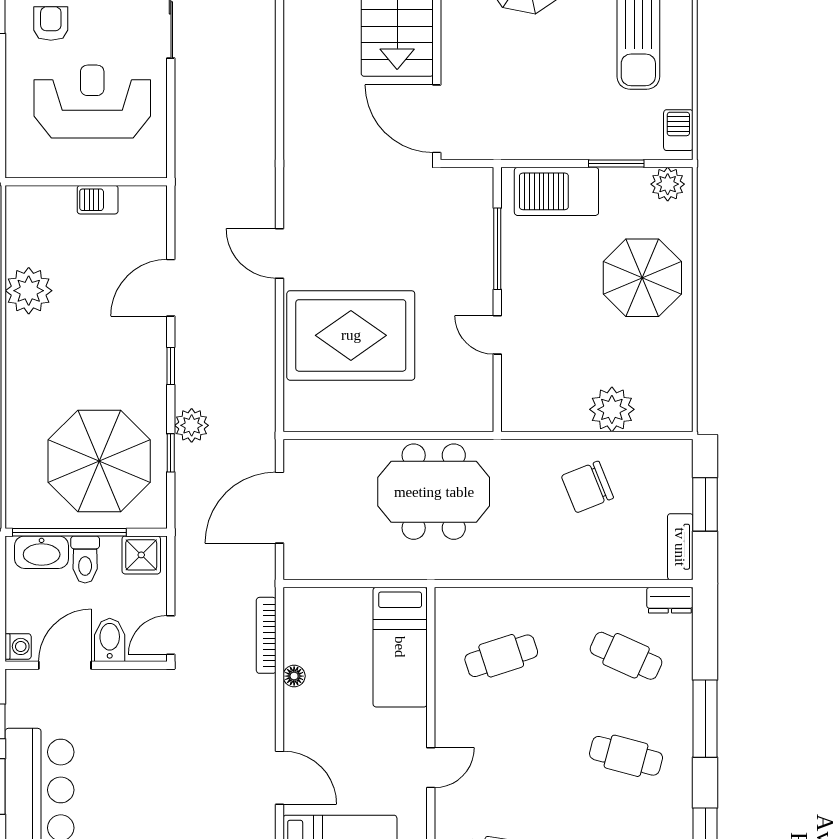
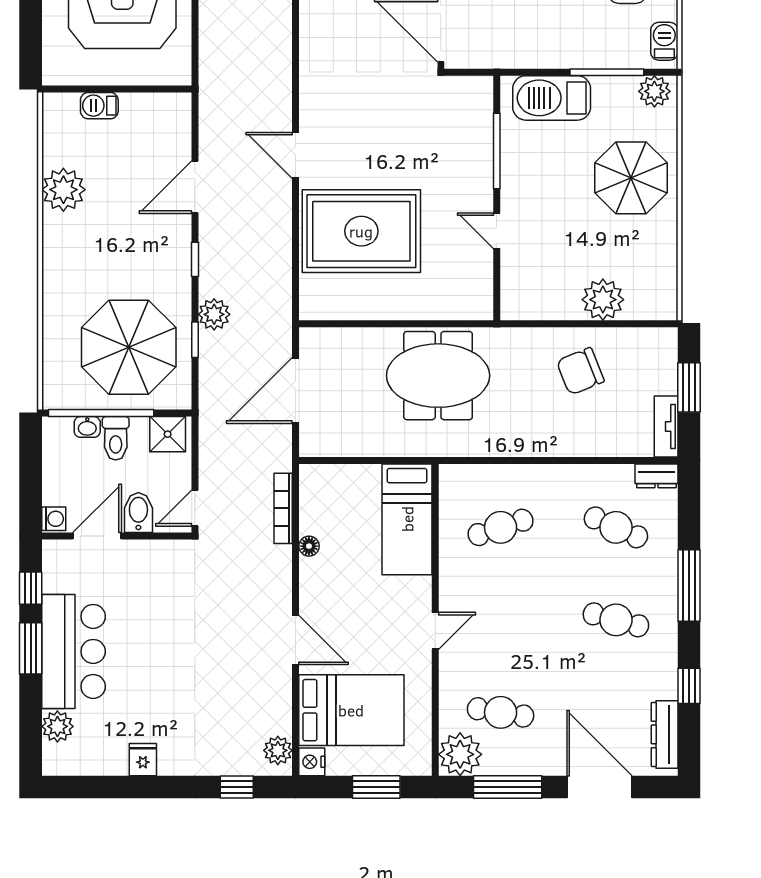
window: (616, 164) -> (607, 72), width x1.44
barbecue: (98, 200) -> (99, 106), moved
washbasin: (42, 552) -> (87, 427), width x0.52, depth x0.69

